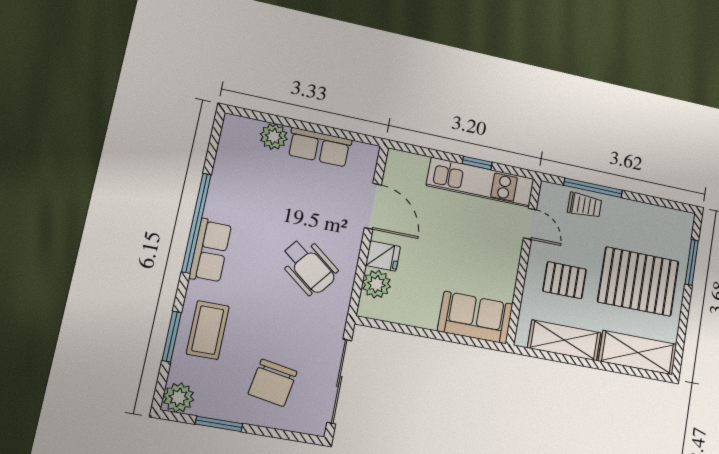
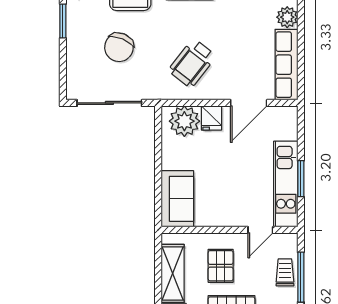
row of seats: (319, 147) -> (286, 65), width x1.48
window: (477, 163) -> (301, 179), width x1.50
trolley: (585, 205) -> (285, 272), turned 180
plant: (377, 284) -> (184, 121), width x1.36, depth x1.36
chair: (273, 383) -> (119, 47), moved, turned -77

